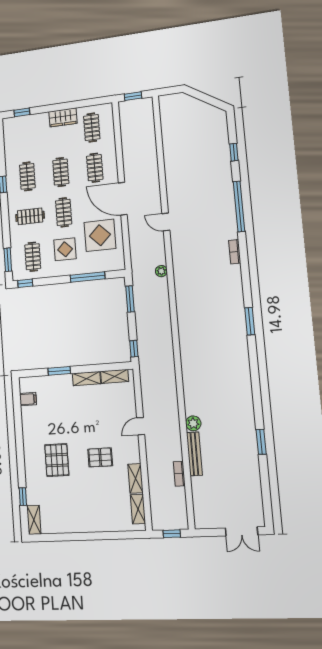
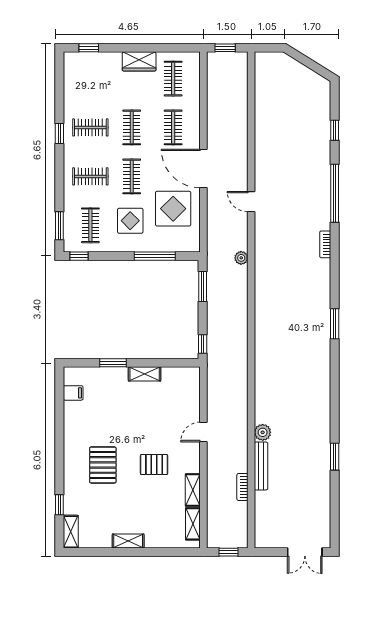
clothes rail: (27, 176) -> (90, 127), turned 90
shelving: (115, 376) -> (128, 541), moved

